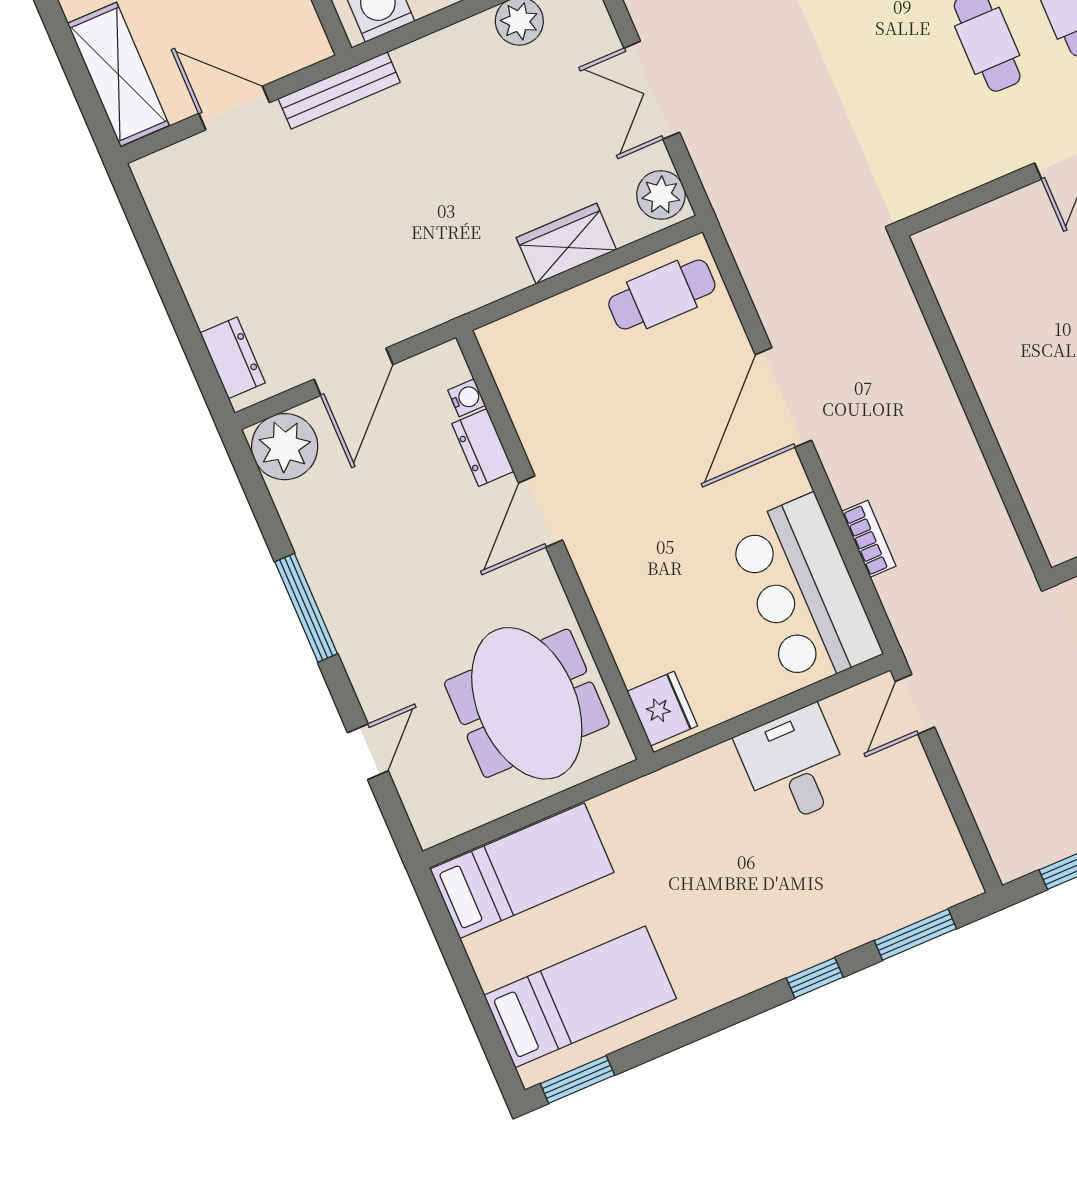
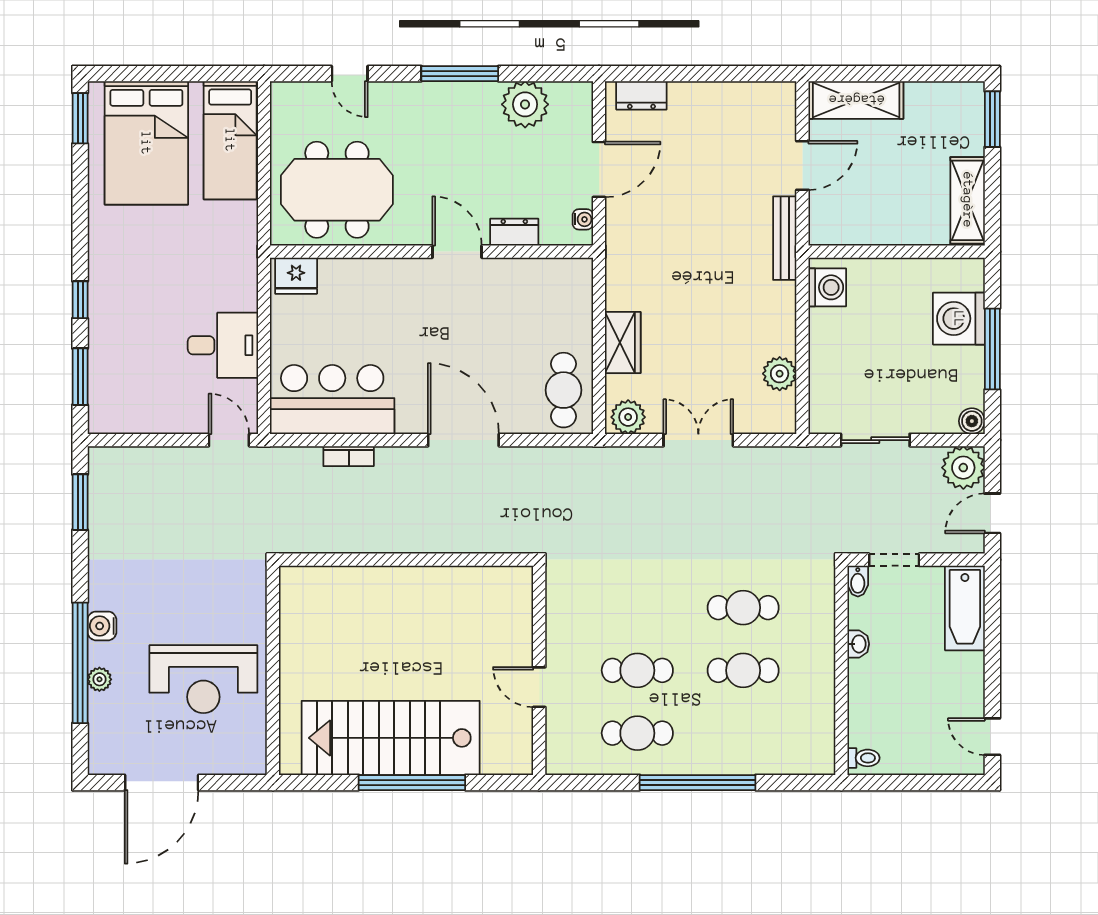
door: (353, 372) -> (599, 169), swing flipped
water cooler: (467, 398) -> (583, 219), moved, turned -90
plant: (285, 447) -> (525, 104), moved
bed: (580, 997) -> (146, 143), width x1.50

